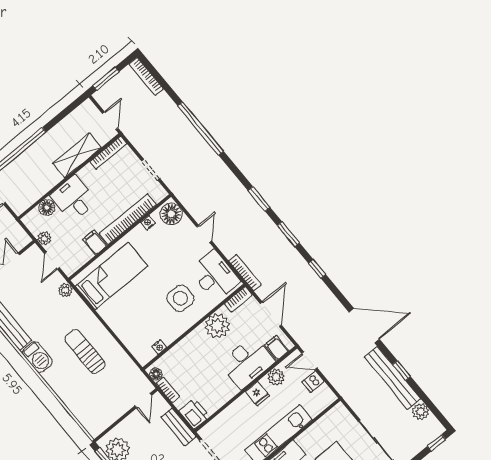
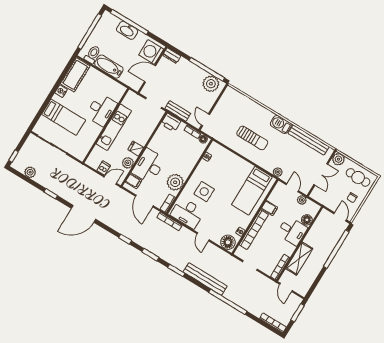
bench: (392, 378) -> (205, 279), moved

